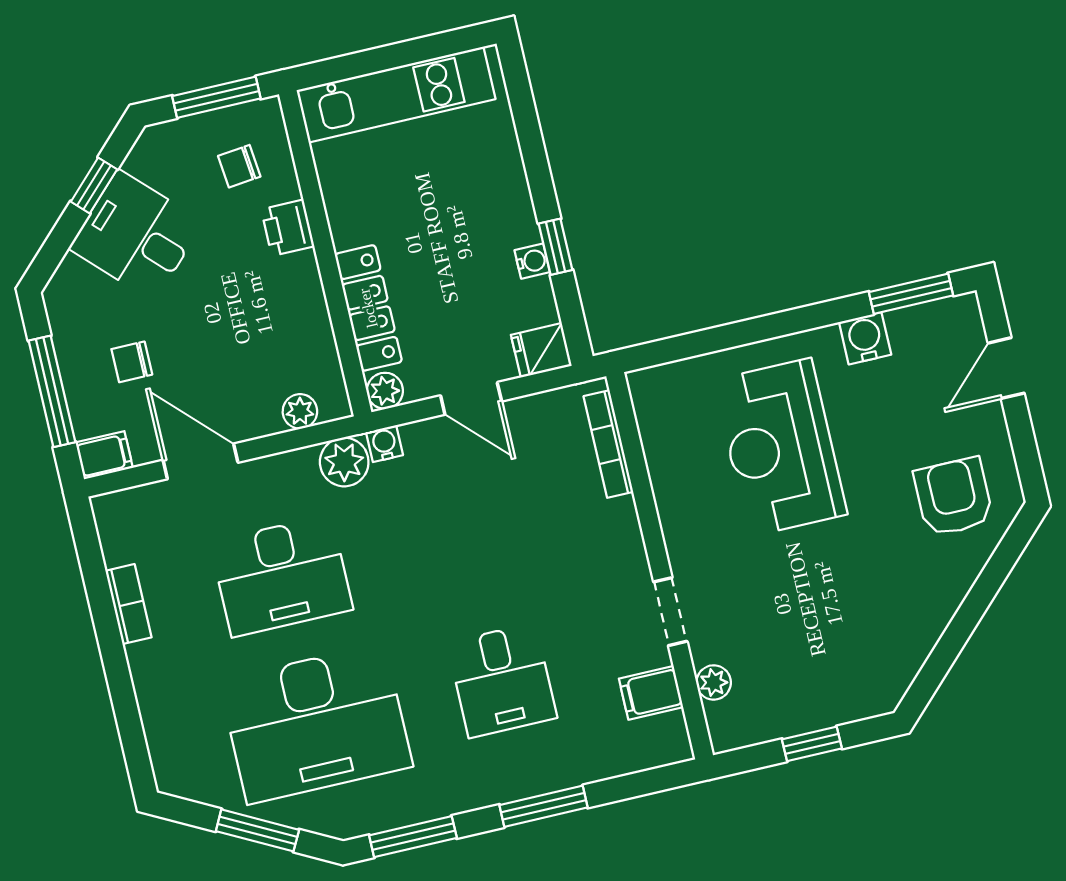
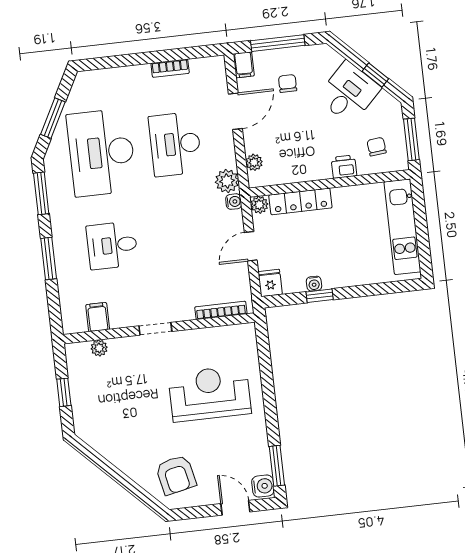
water cooler: (865, 338) -> (263, 486), moved
armchair: (953, 497) -> (176, 475), turned 78
doorway: (670, 612) -> (155, 329), moved

